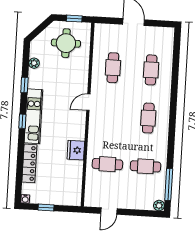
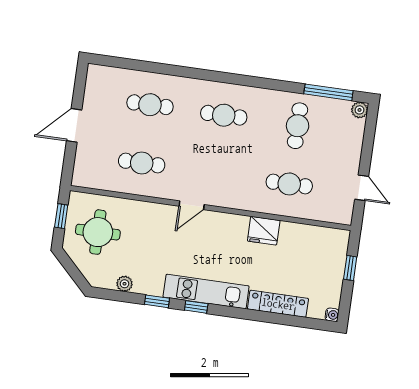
door: (88, 102) -> (192, 205), hinge flipped
window: (22, 121) -> (196, 307), moved
cafe table: (107, 164) -> (289, 184), turned 90
window: (46, 207) -> (350, 268), moved

